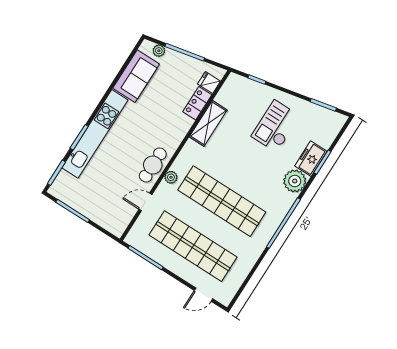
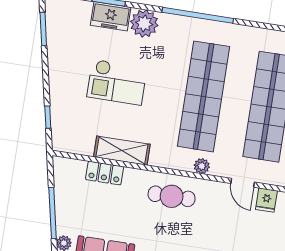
fridge: (209, 83) -> (266, 200), moved
checkout: (276, 126) -> (117, 82), moved
cafe table: (153, 165) -> (172, 196), moved

